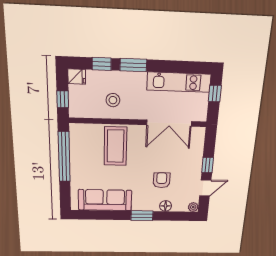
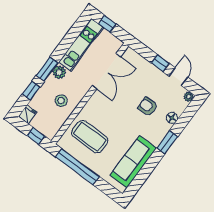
plant: (139, 79) -> (59, 72), added
coffee table: (115, 146) -> (90, 137), moved

